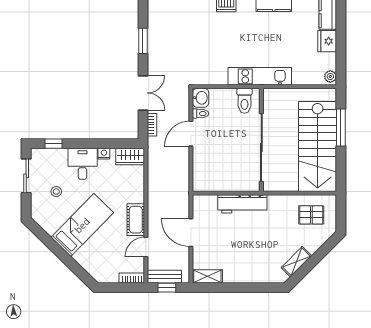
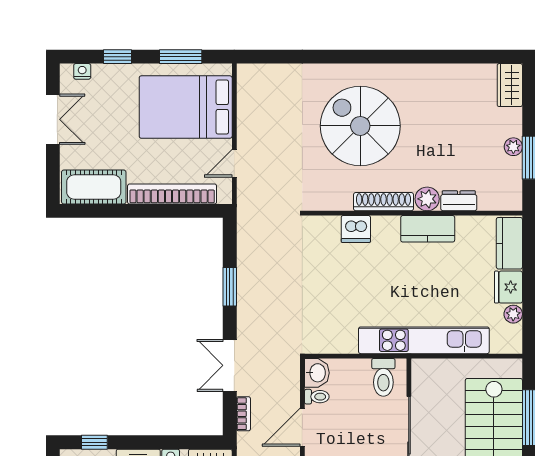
kitchen unit: (260, 76) -> (424, 340), width x1.36
plant: (330, 76) -> (513, 314), moved
double door: (143, 93) -> (230, 365), swing flipped

